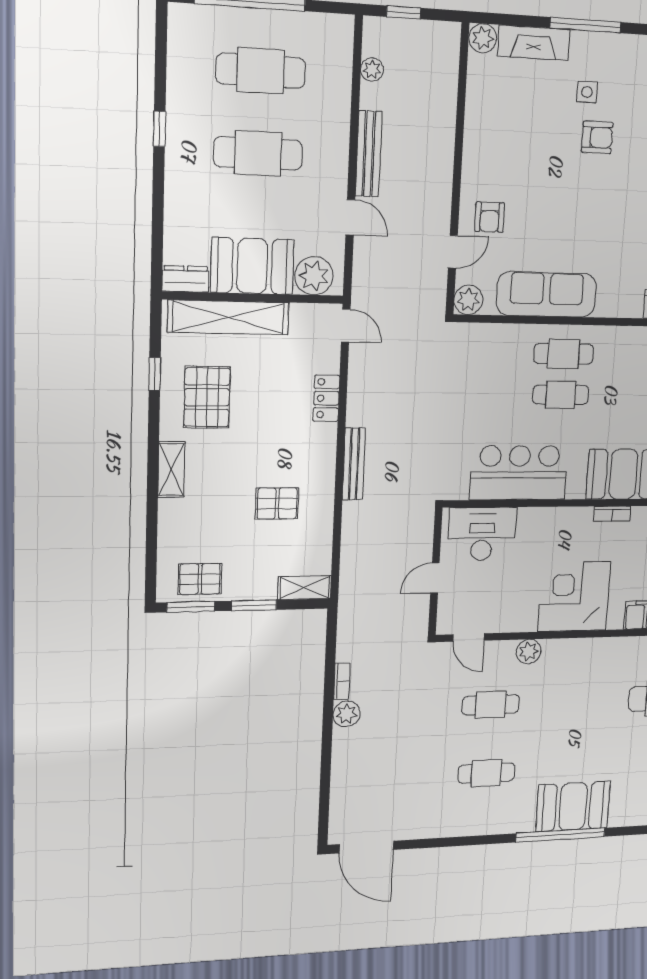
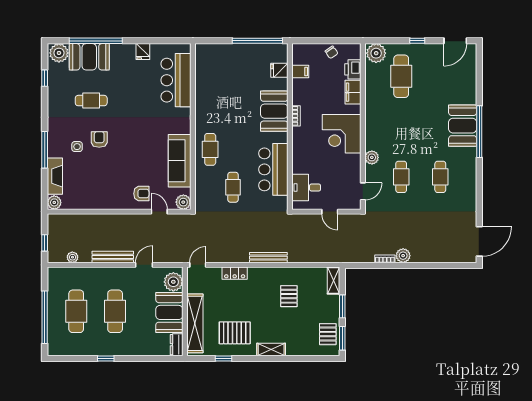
cafe table: (561, 395) -> (233, 187), moved
desk: (482, 534) -> (306, 188), width x0.73

